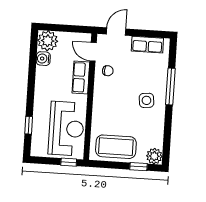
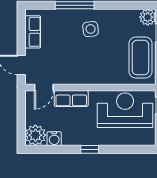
chair: (108, 71) -> (62, 71), removed
window: (29, 125) -> (90, 149), moved

